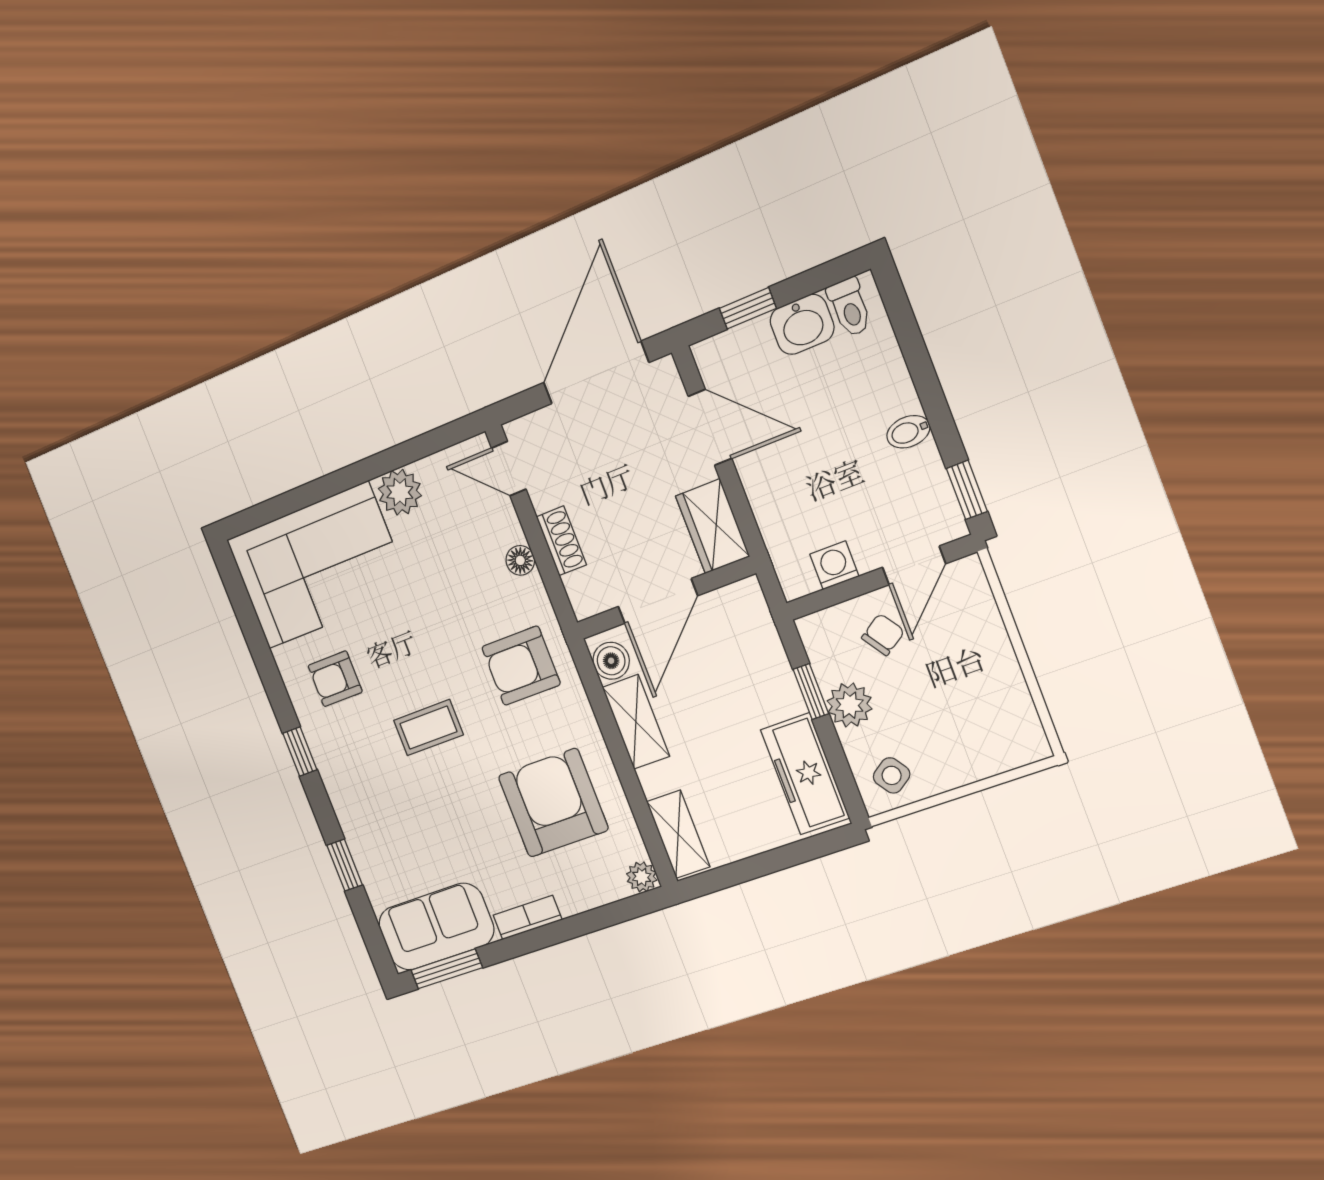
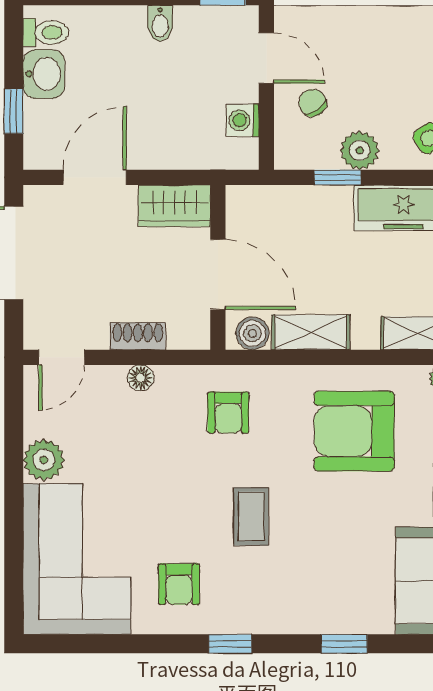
armchair: (521, 666) -> (228, 413), width x0.72, depth x0.72

